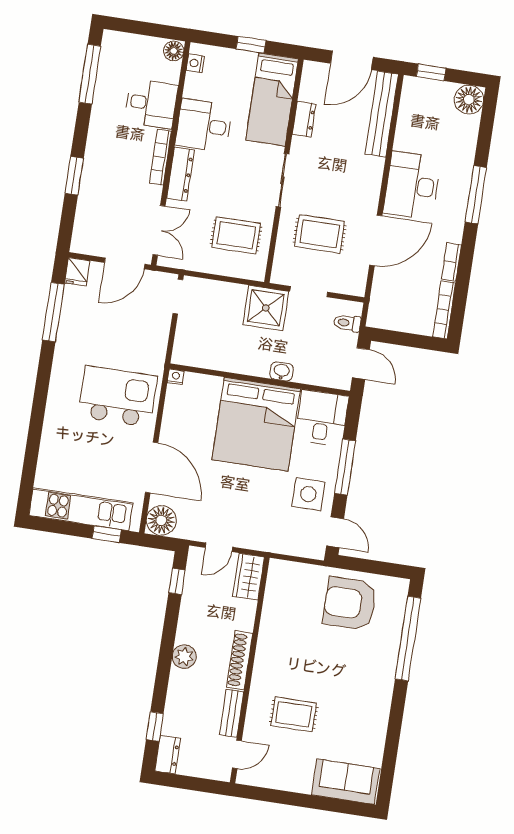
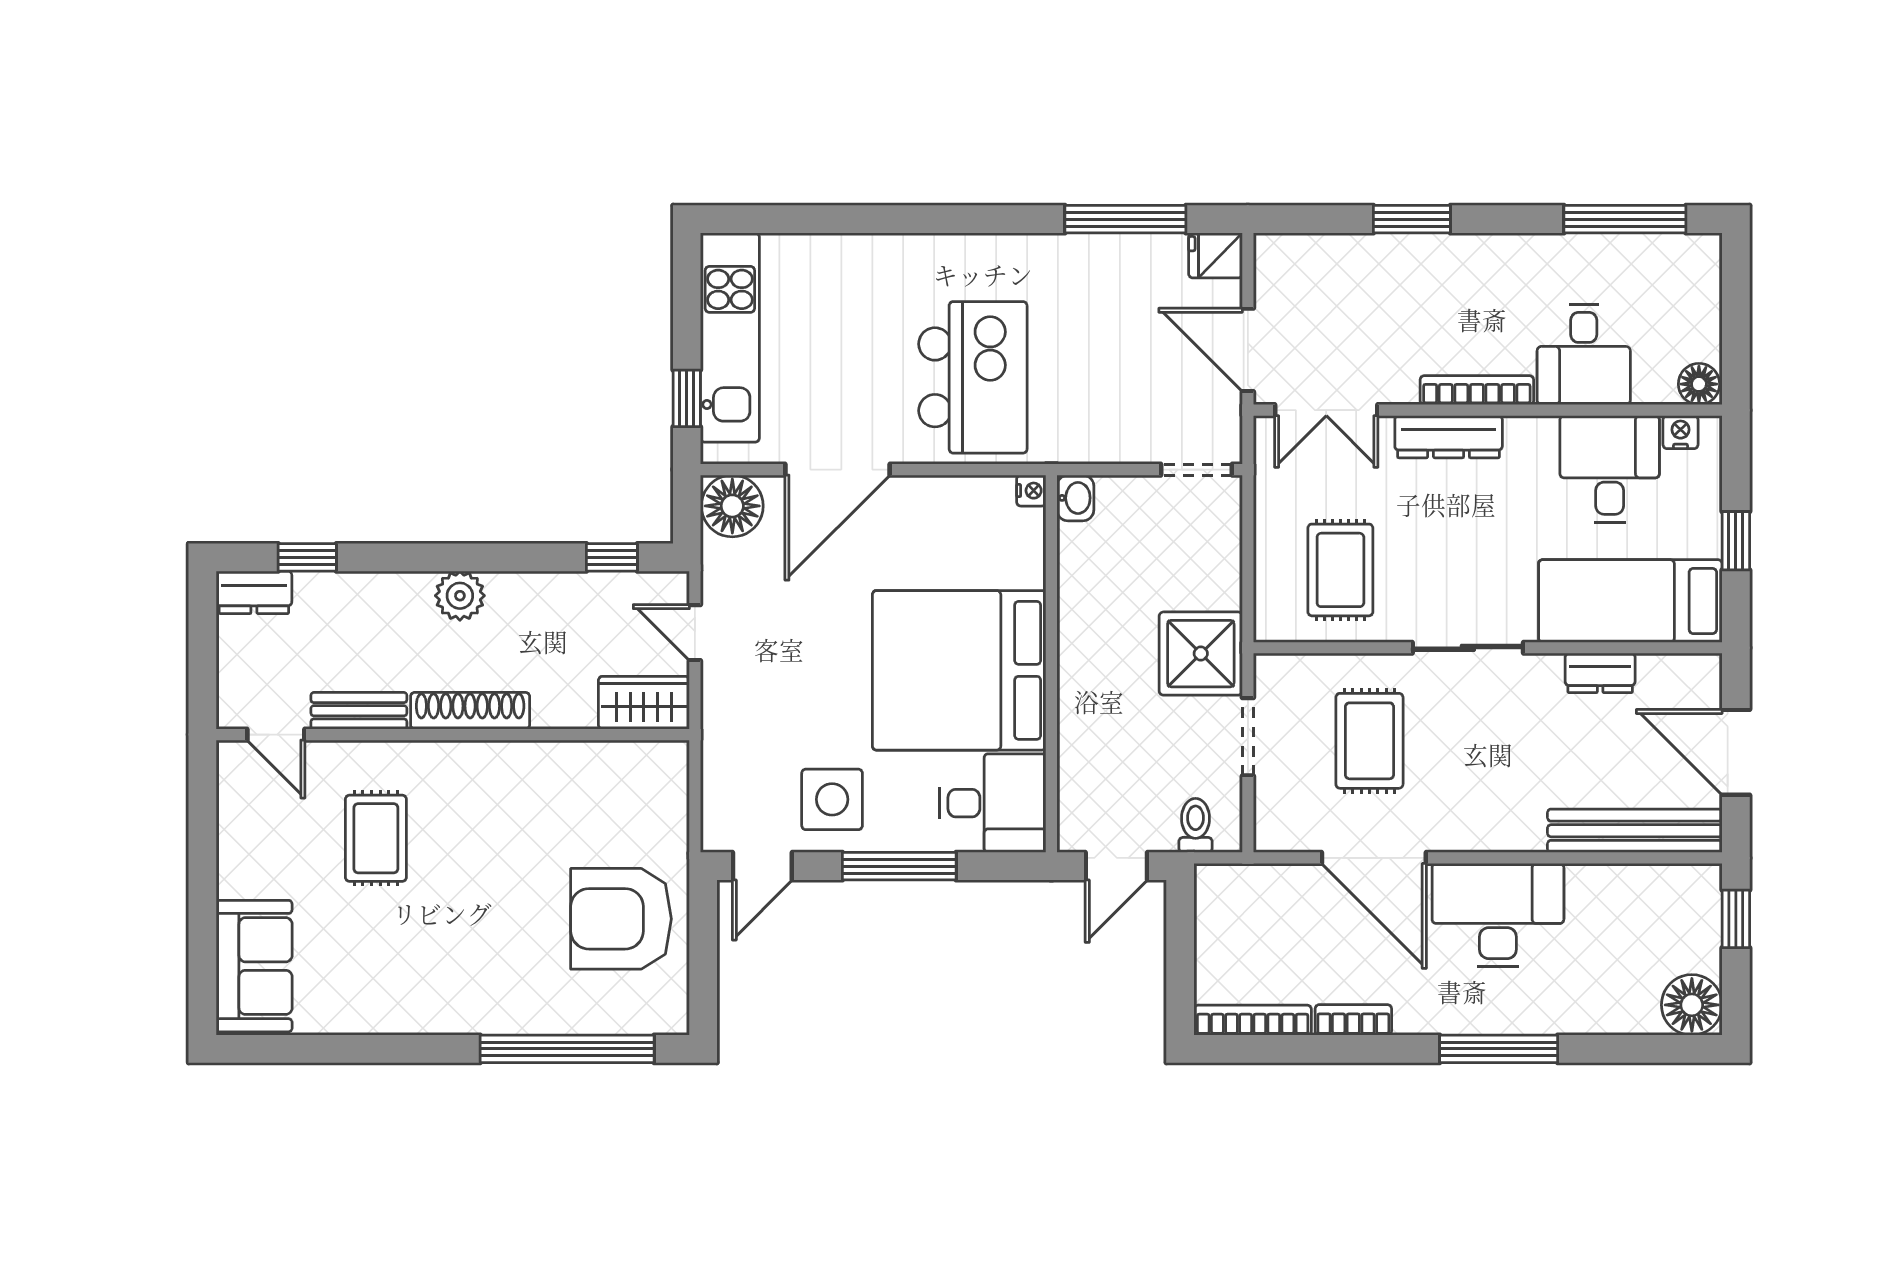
desk: (204, 125) -> (1610, 469), moved
washbasin: (282, 371) -> (1075, 498), moved
armchair: (350, 603) -> (621, 919), turned -90

